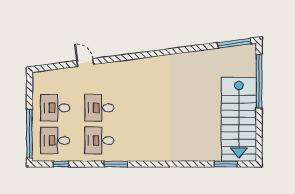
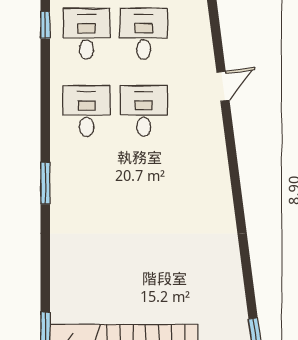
window: (61, 164) -> (45, 25), moved
window: (116, 164) -> (45, 183), moved

